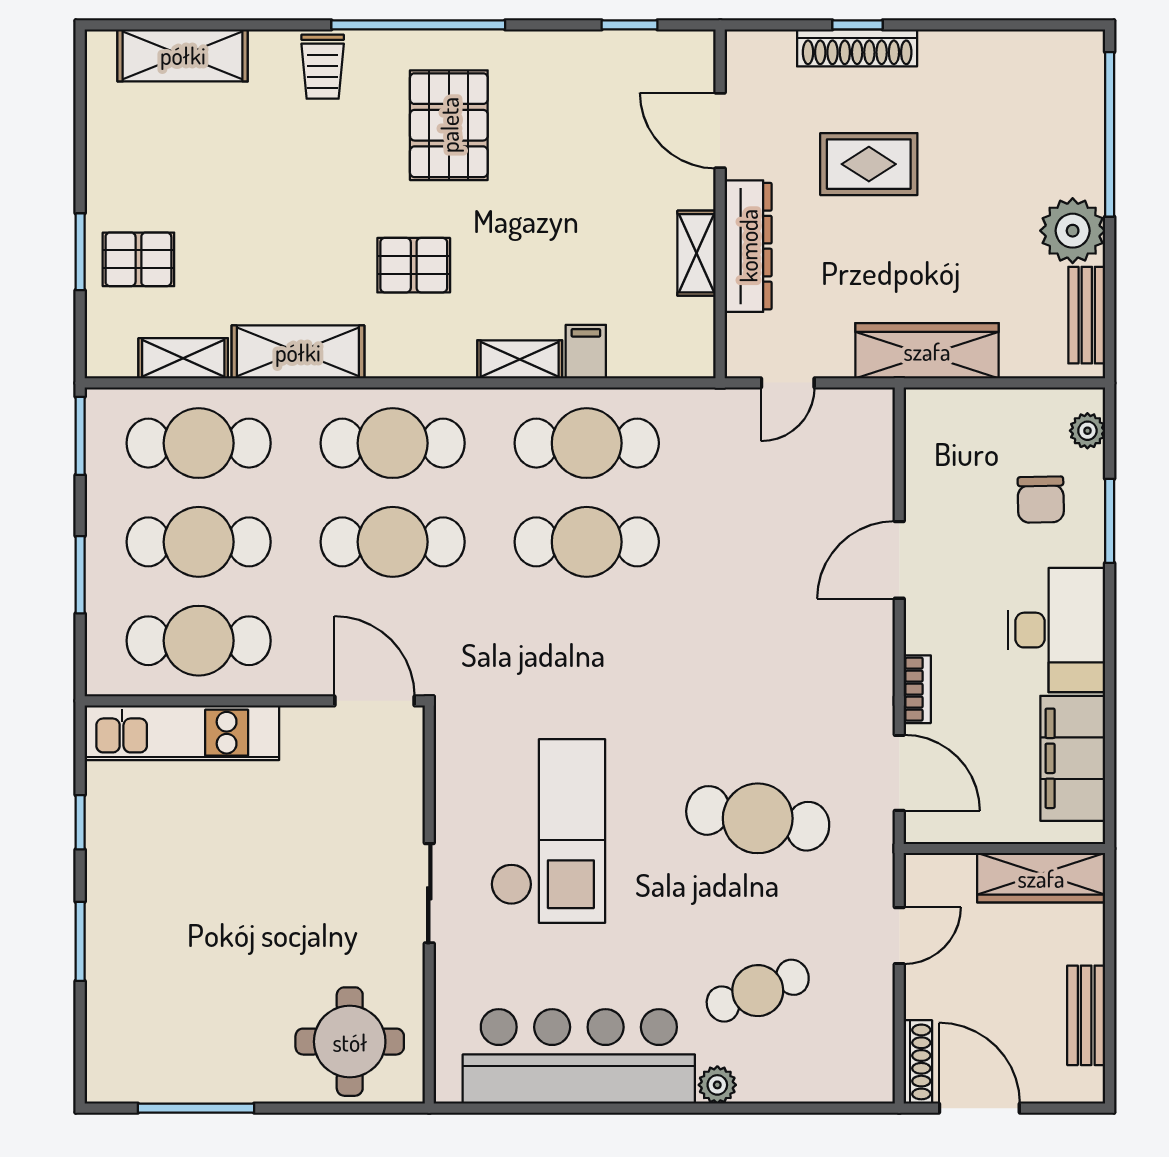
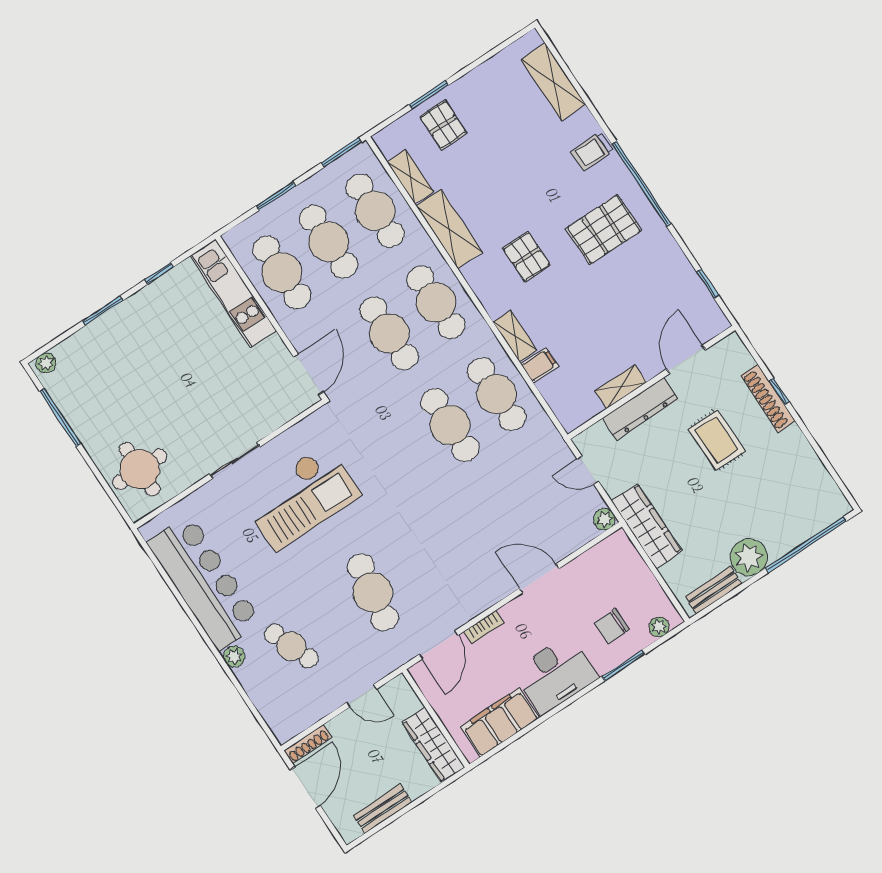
plant: (876, 406) -> (604, 519), added
plant: (102, 1076) -> (46, 363), added

